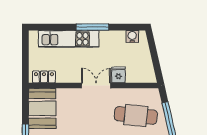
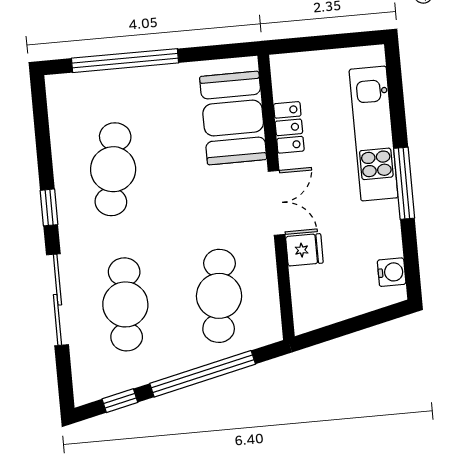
locker: (44, 77) -> (289, 127), moved
booth: (42, 108) -> (233, 118), moved, turned 90

